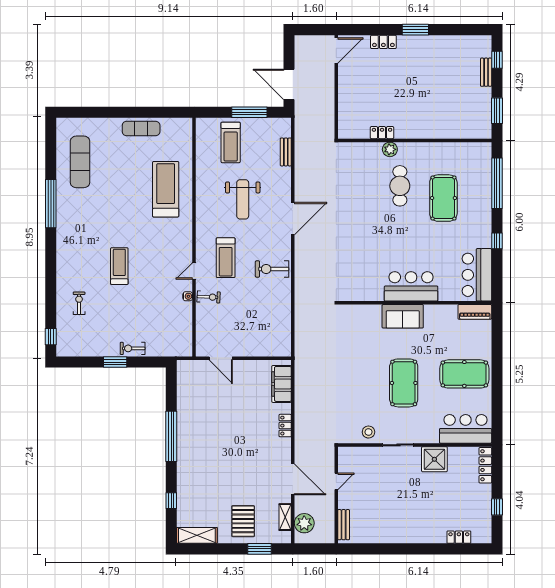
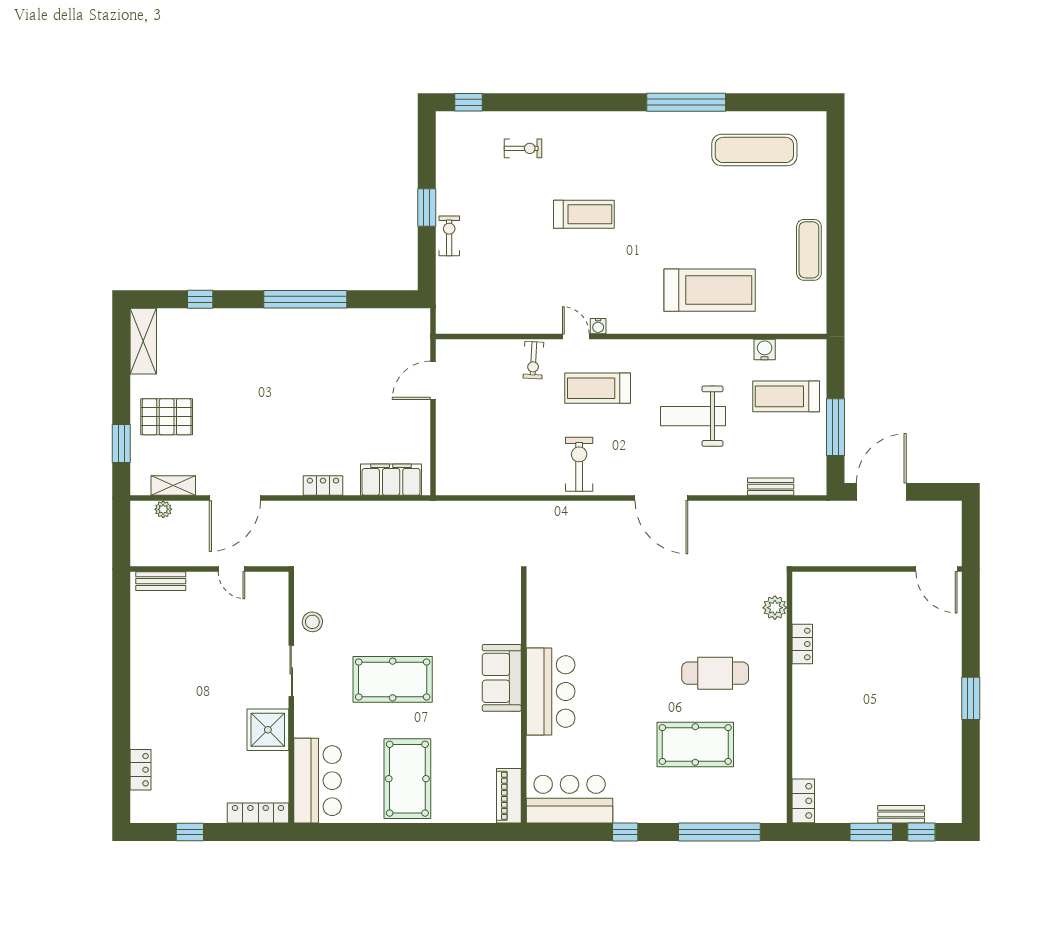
locker: (383, 42) -> (803, 801), moved, turned 180
window: (497, 111) -> (871, 832), moved
plant: (390, 149) -> (775, 608), moved
water cooler: (202, 156) -> (765, 350), added
water cooler: (188, 296) -> (598, 326), moved
plant: (304, 523) -> (163, 509), width x0.53, depth x0.53

